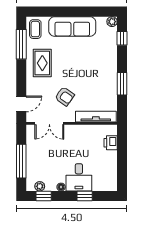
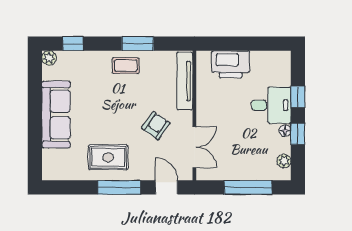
coffee table: (35, 29) -> (126, 66), moved
window: (21, 44) -> (119, 187), moved
printer: (111, 143) -> (231, 64), width x1.87, depth x1.48
window: (44, 196) -> (298, 134), moved

